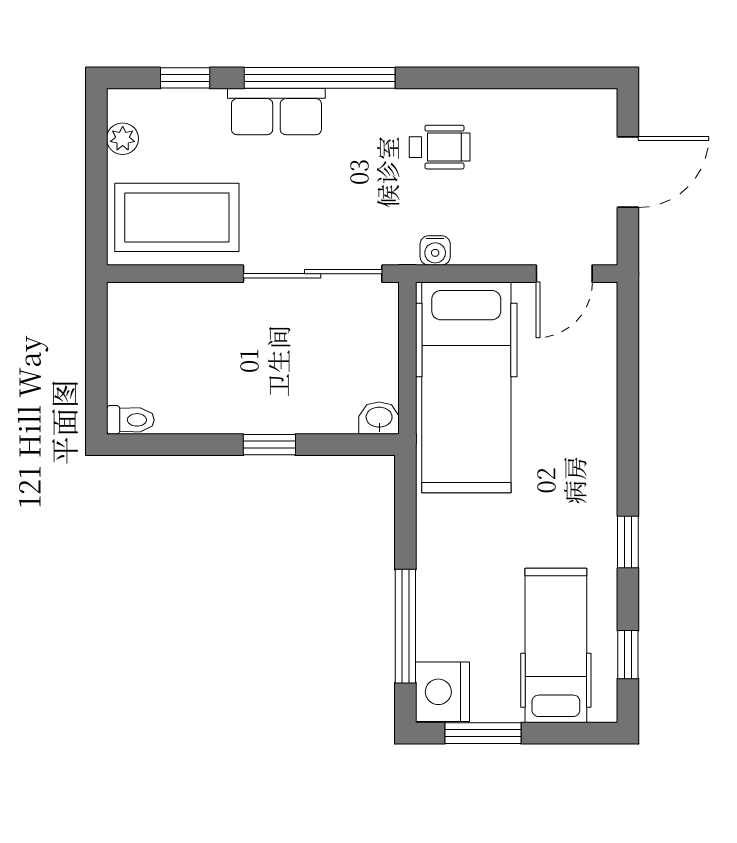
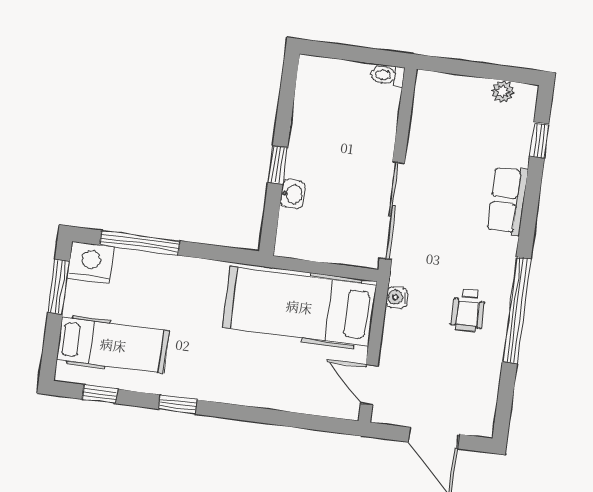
window: (320, 78) -> (517, 310), moved
coffee table: (177, 217) -> (443, 122), removed
washbasin: (379, 418) -> (293, 194), moved
toilet: (130, 420) -> (387, 75), moved, turned 90

